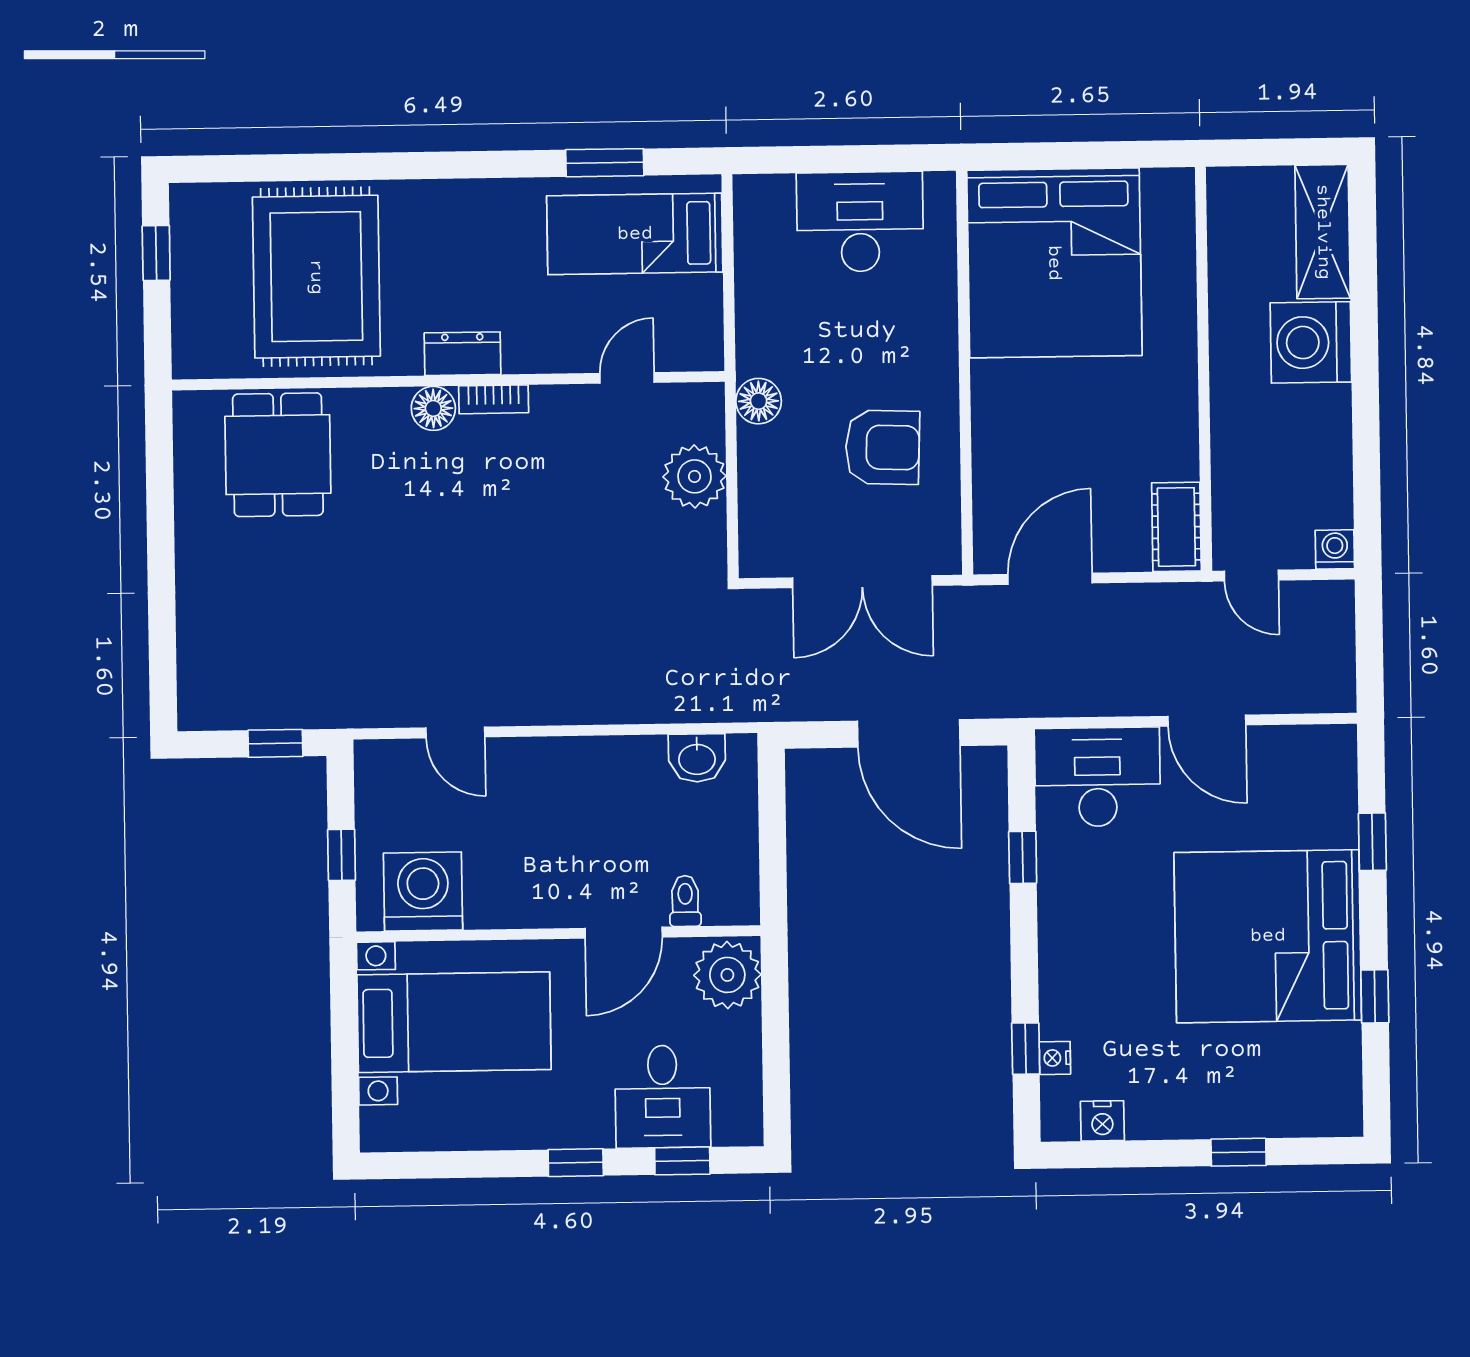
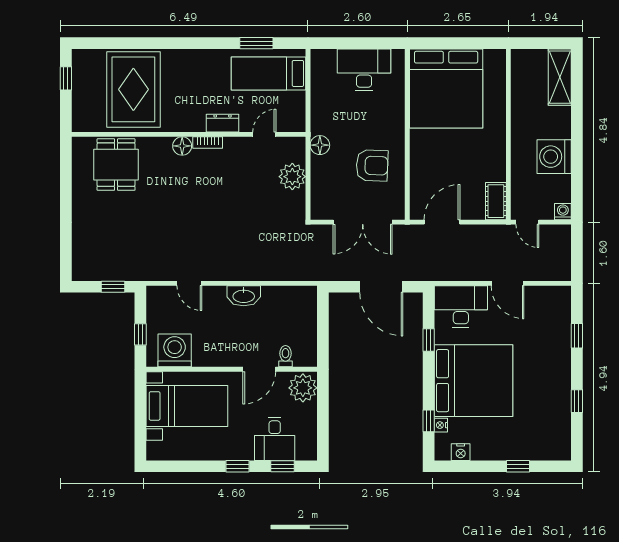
washing machine: (1311, 342) -> (554, 157), moved
dresser: (463, 354) -> (223, 123), moved
washbasin: (697, 758) -> (244, 296), moved, width x1.38
bed: (1268, 936) -> (474, 381), moved, turned 180

